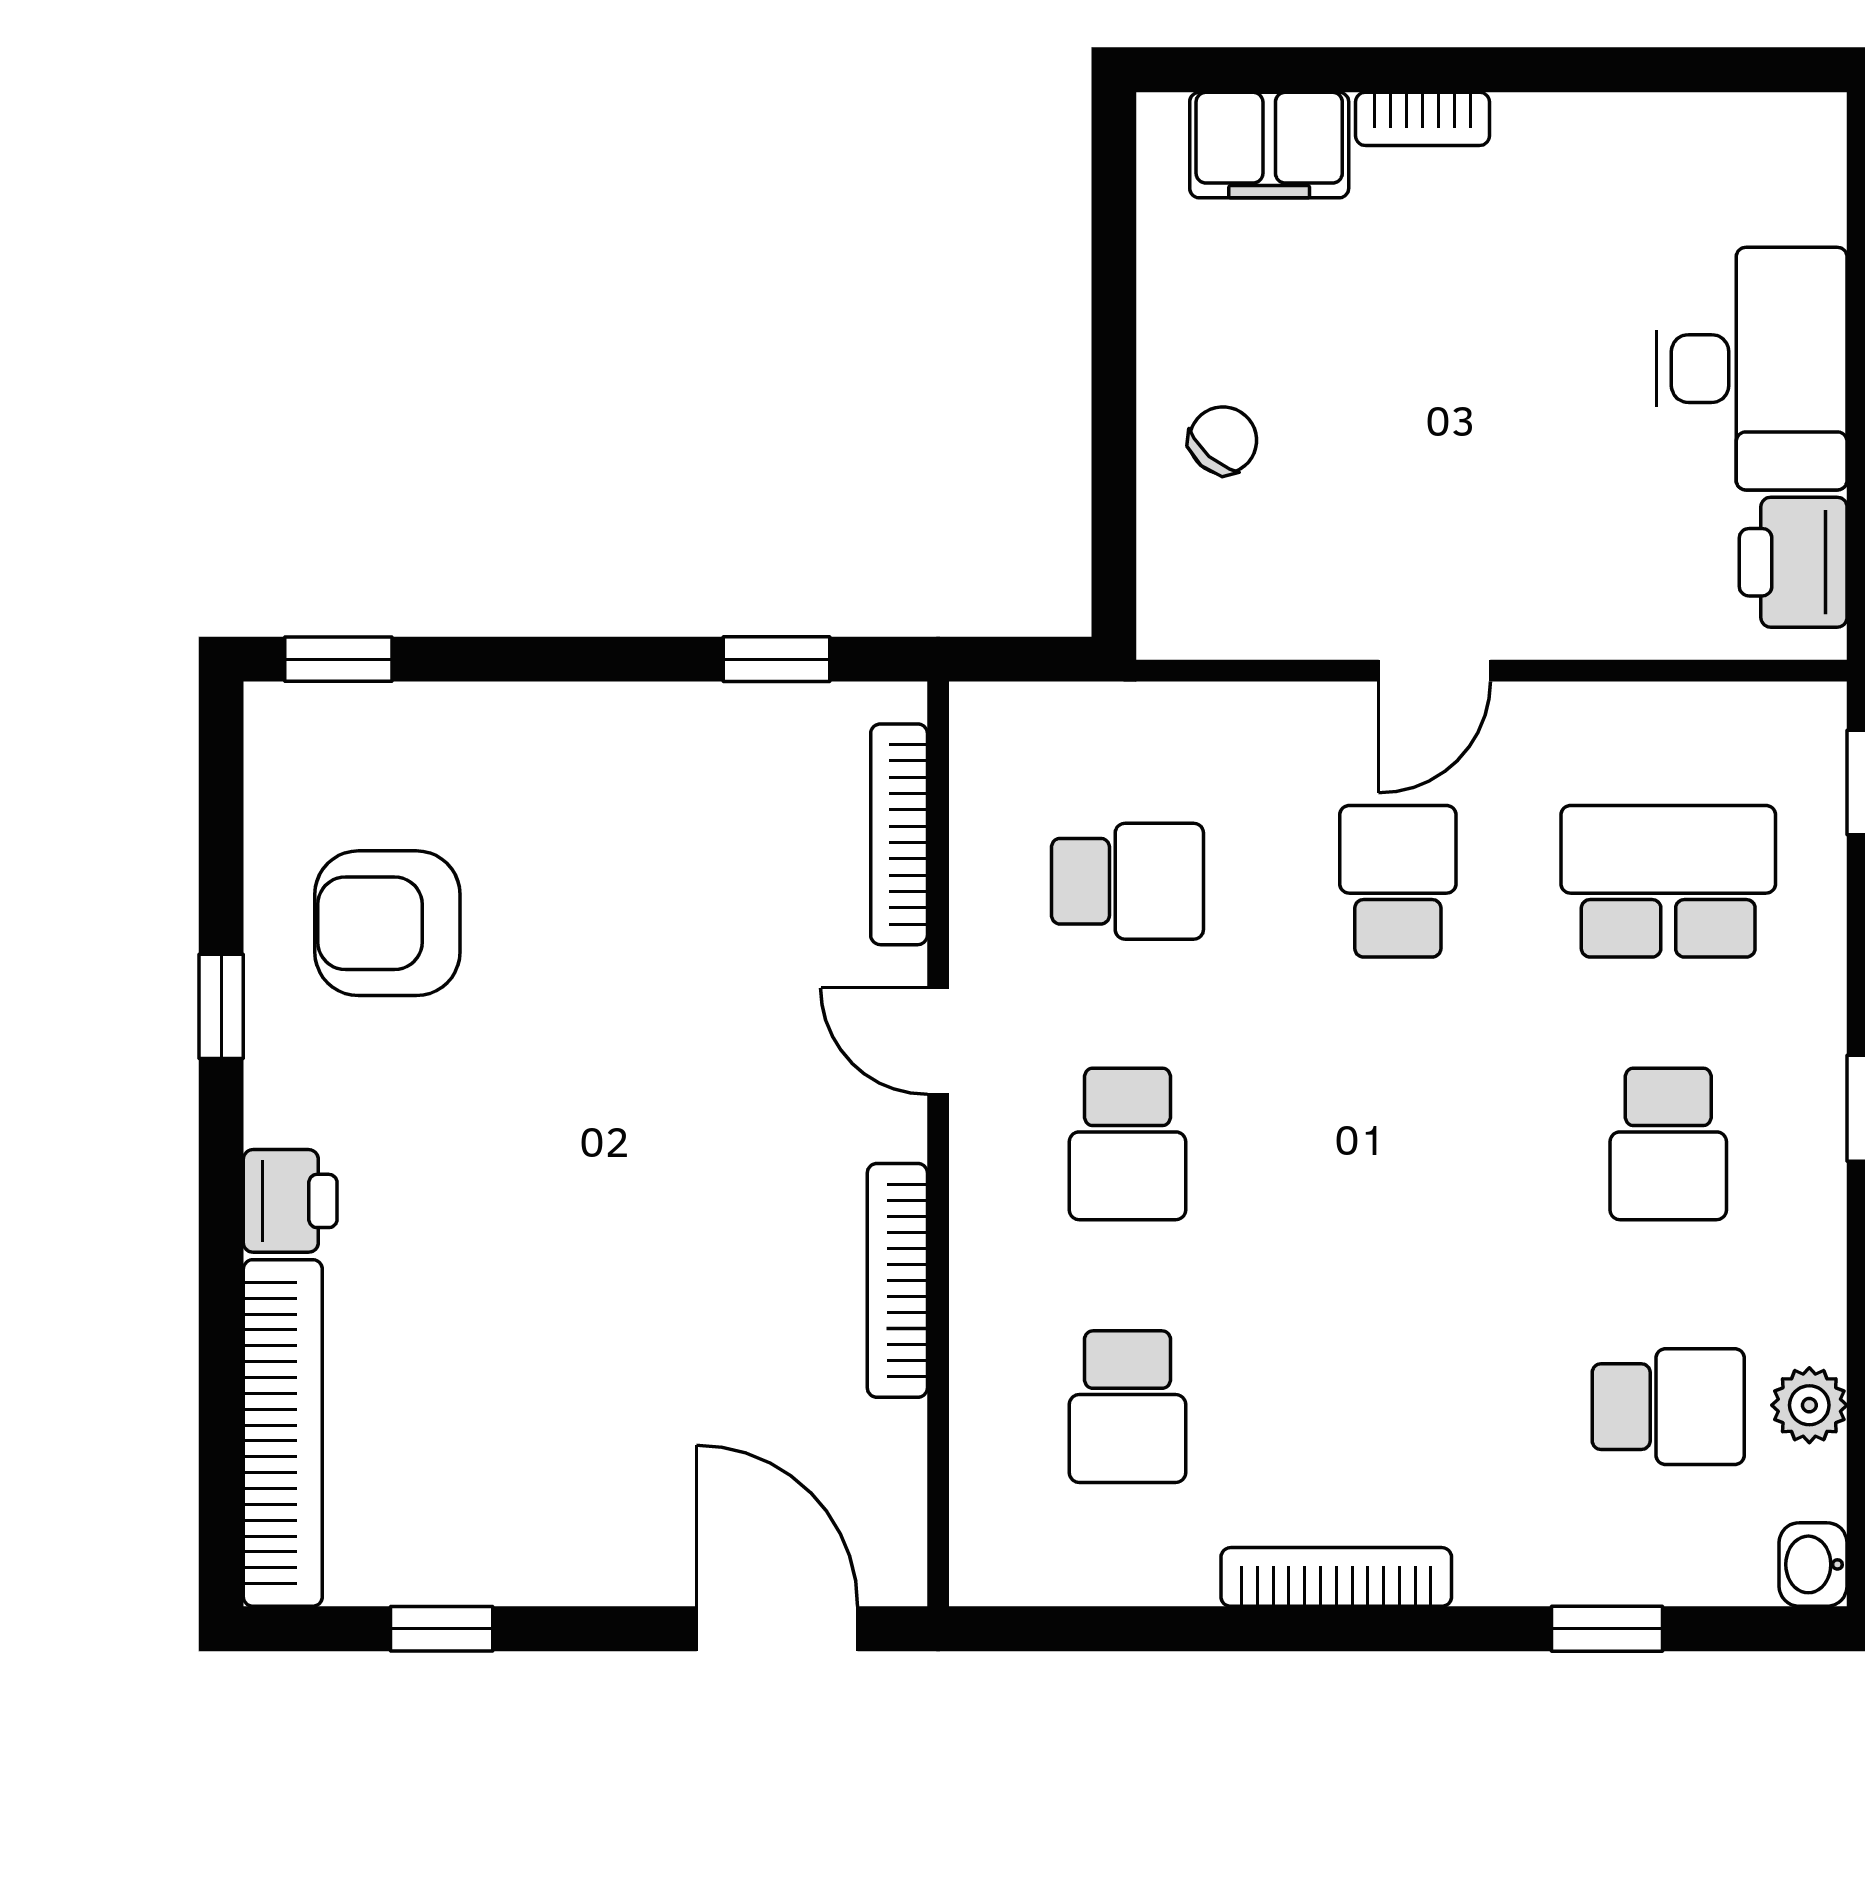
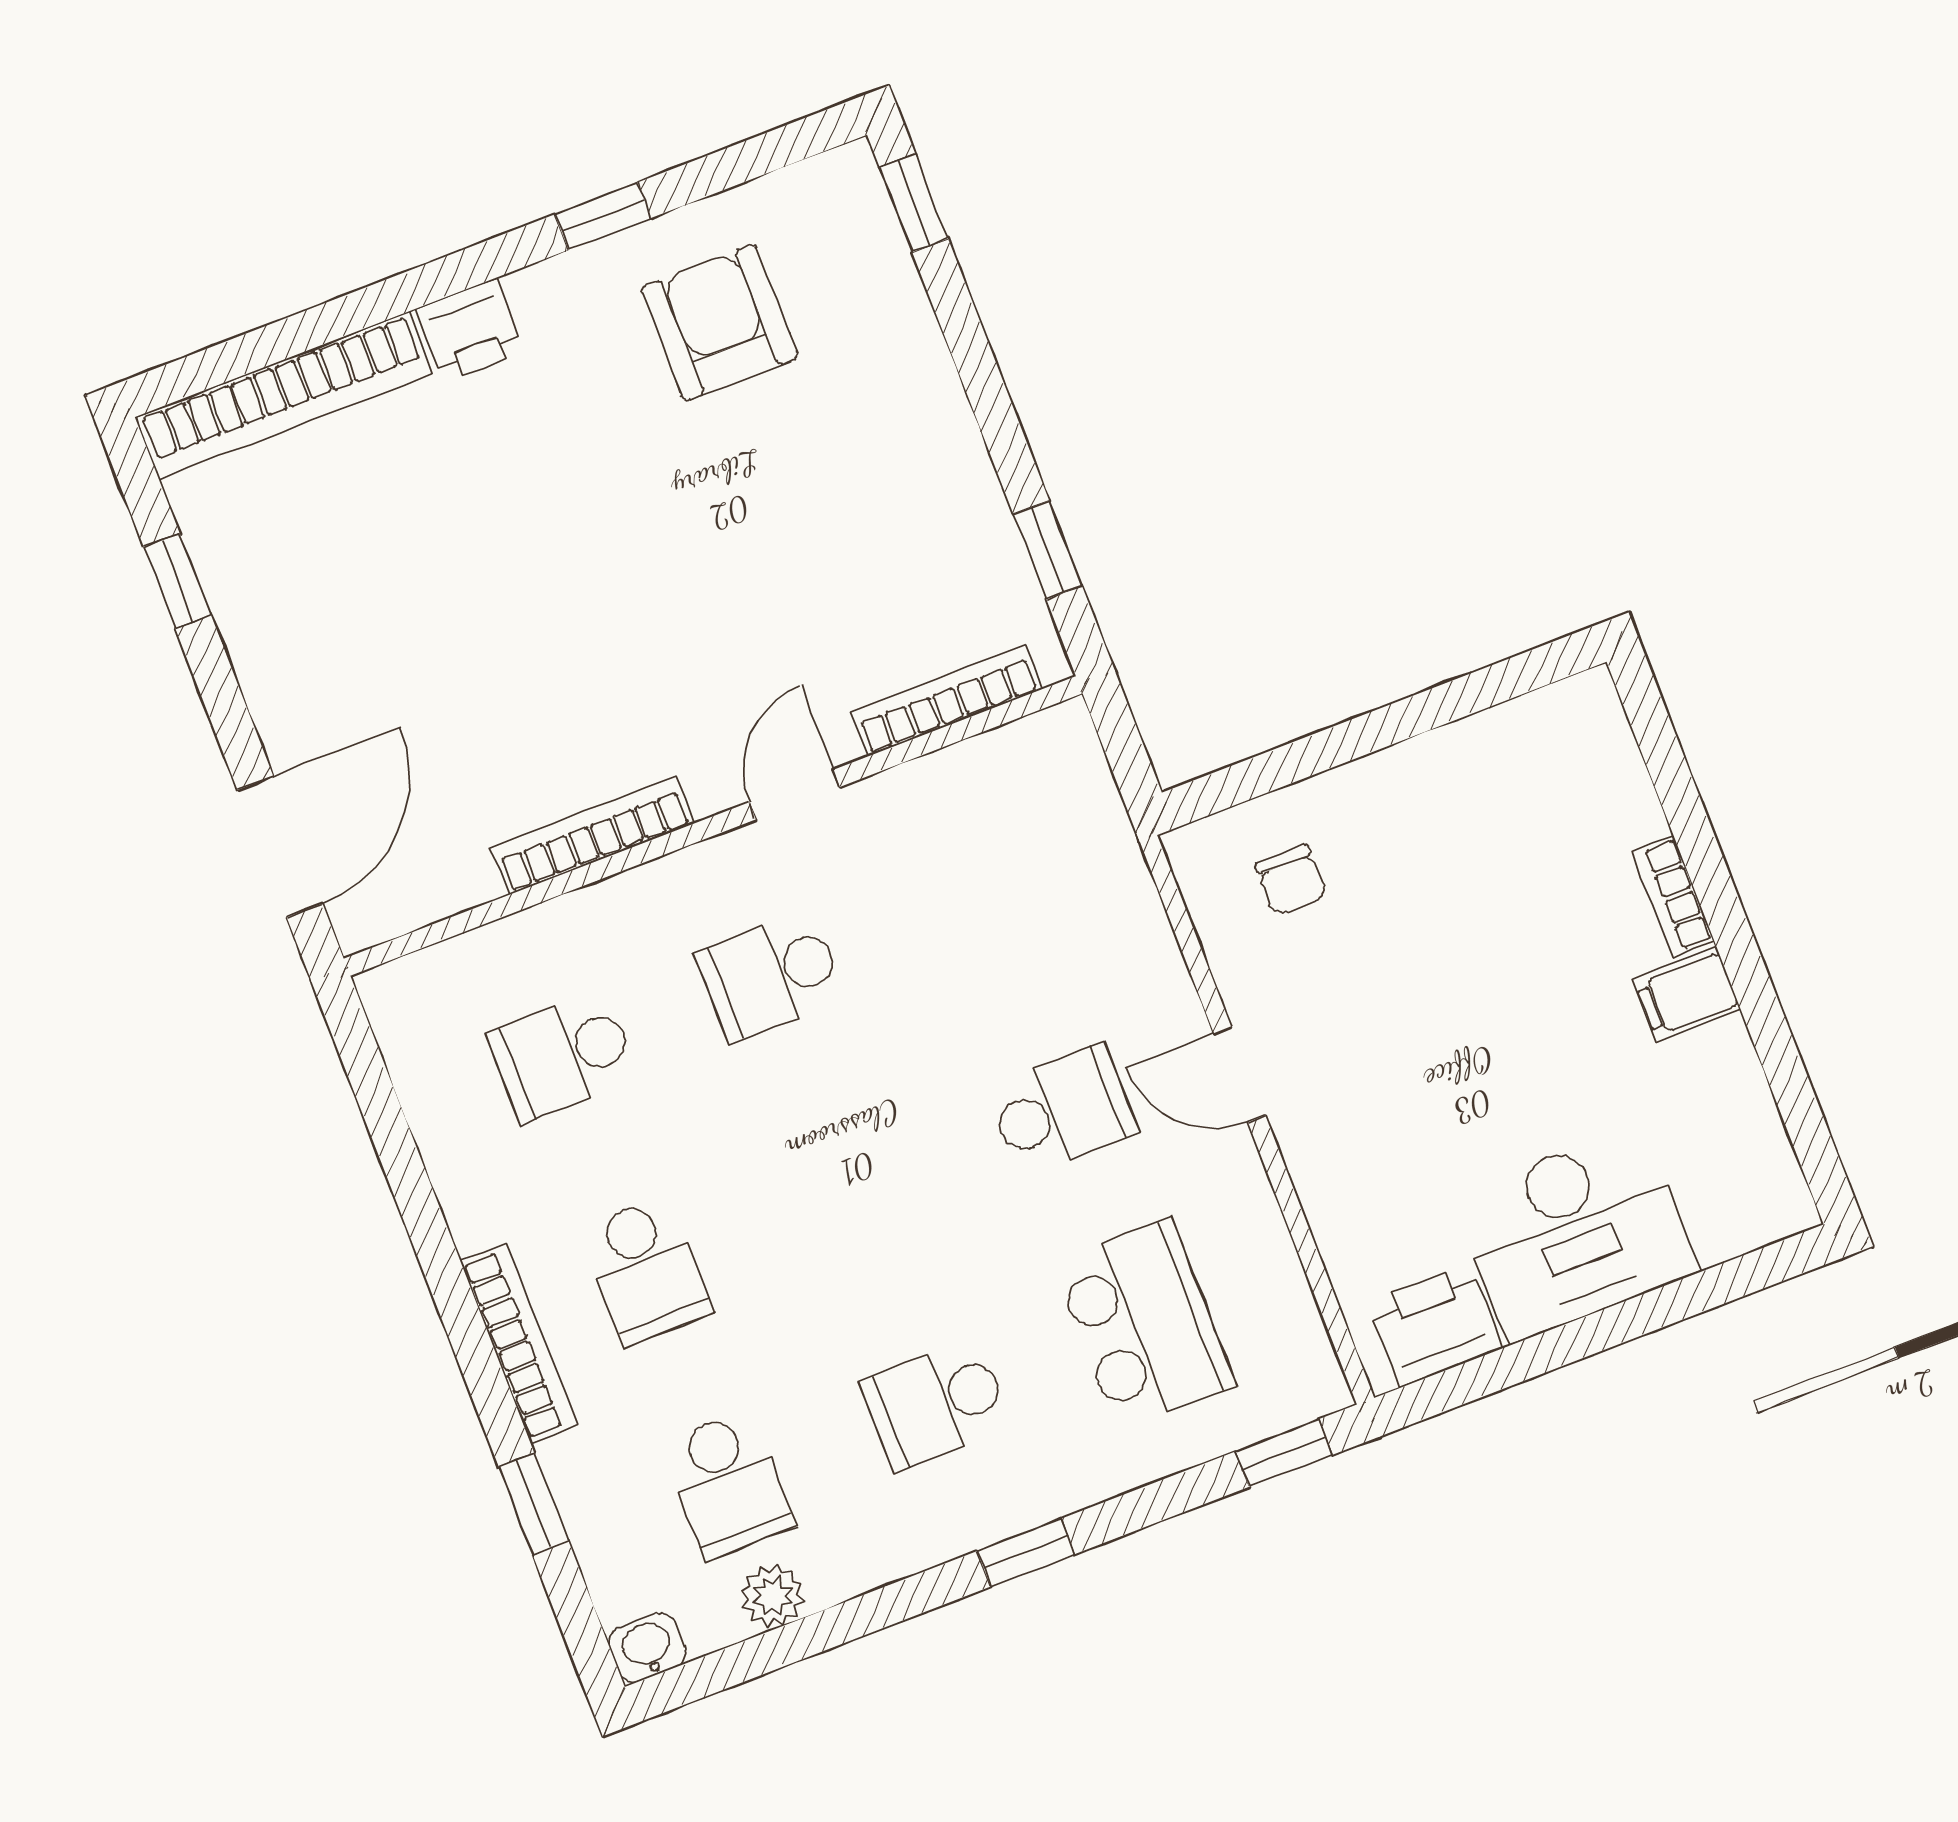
filing cabinet: (1269, 145) -> (1687, 994), moved, width x0.50
chair: (1223, 440) -> (1291, 880), moved, turned 49
school desk: (1127, 881) -> (646, 1270), moved
bookcase: (1336, 1577) -> (519, 1343), moved

